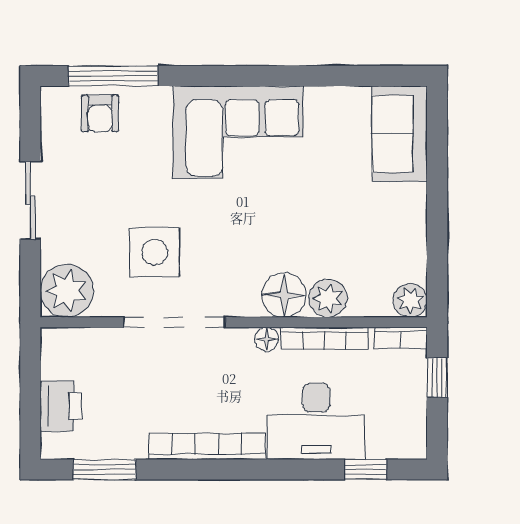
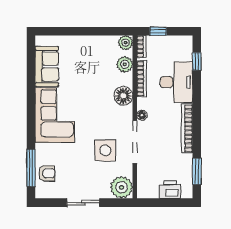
sofa: (399, 134) -> (47, 66), moved, turned -90
plant: (328, 298) -> (125, 64), moved
floor lamp: (267, 339) -> (142, 115), moved

